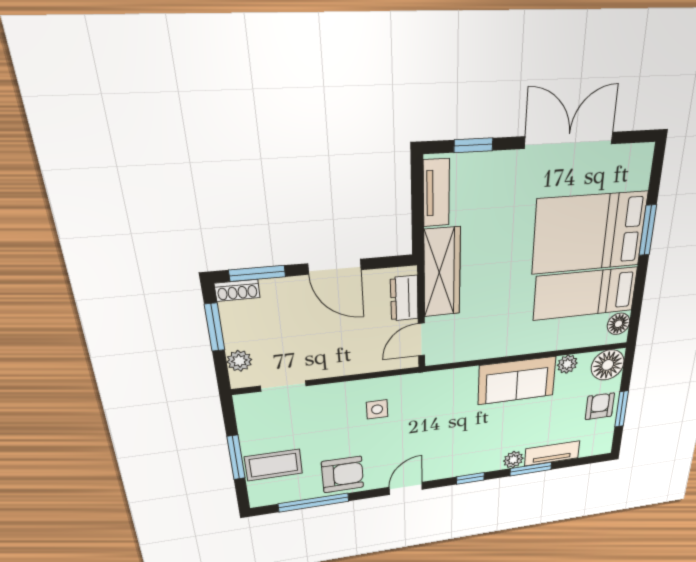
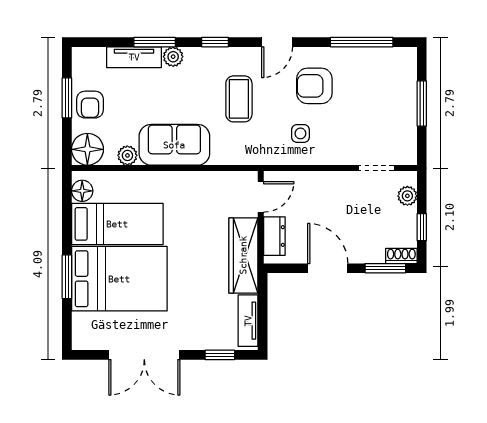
window: (215, 327) -> (422, 227), width x0.67
coffee table: (274, 465) -> (239, 99), moved, turned 90
armchair: (343, 474) -> (314, 86), moved

